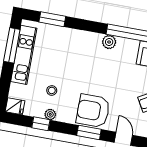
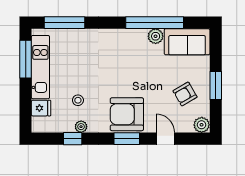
window: (52, 19) -> (64, 23), width x1.44
plant: (109, 42) -> (156, 36), moved
fridge: (15, 106) -> (41, 108), moved

